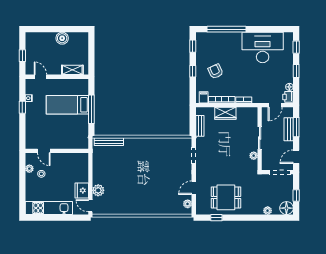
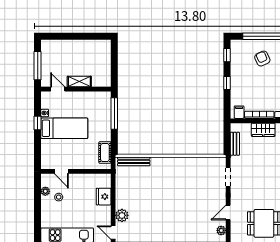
boiler: (62, 38) -> (82, 46), removed
window: (22, 56) -> (38, 66), width x2.17
shelving: (72, 70) -> (79, 82), moved
armchair: (216, 71) -> (262, 59), moved
bed: (67, 105) -> (64, 128), moved, turned 180
window: (91, 109) -> (114, 113), moved
cot: (83, 134) -> (105, 153), added
fridge: (82, 190) -> (104, 197), moved

